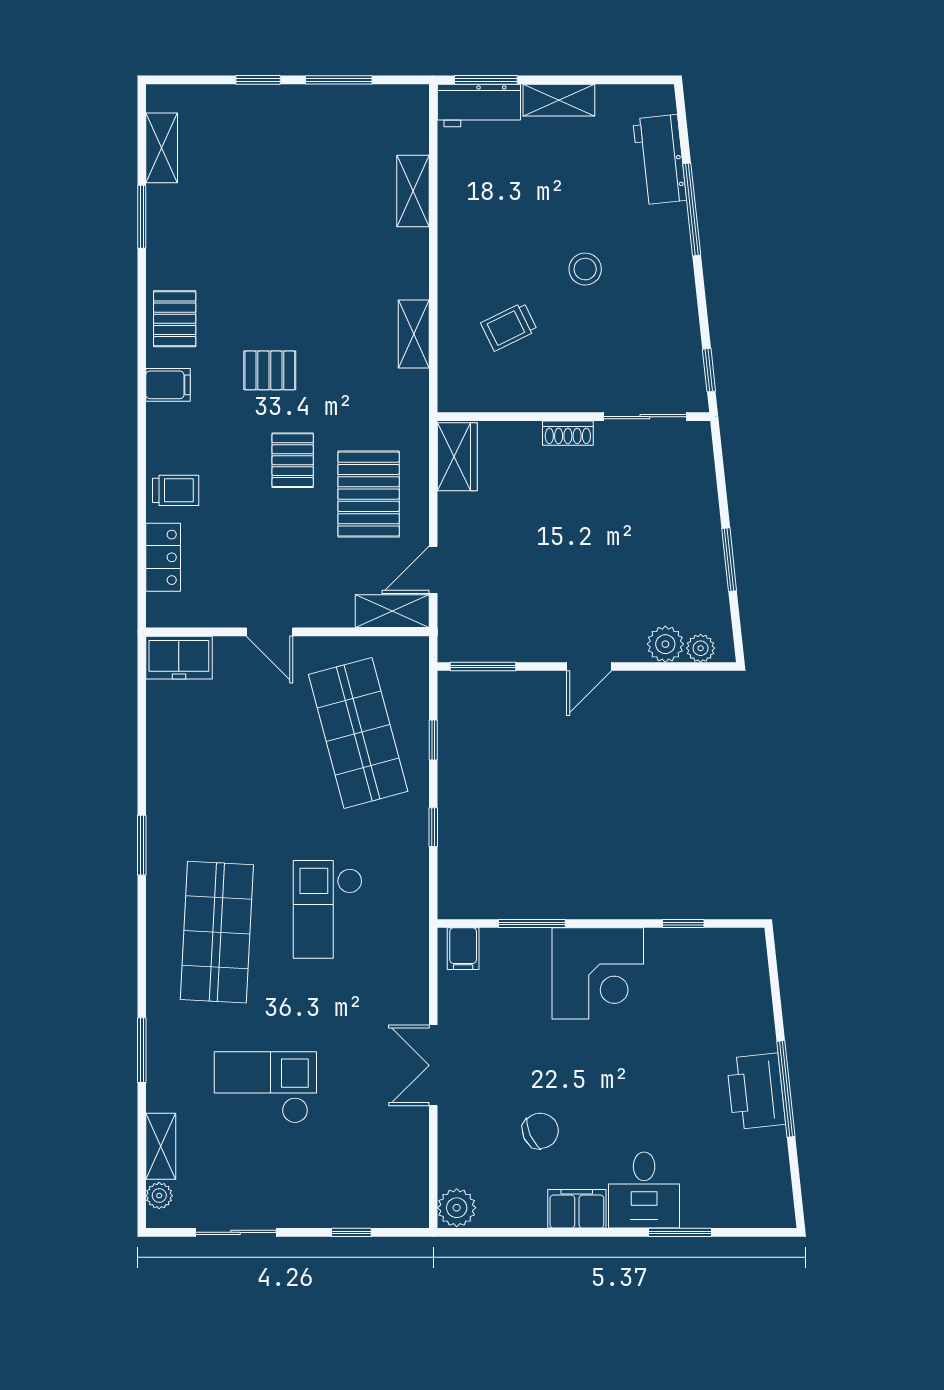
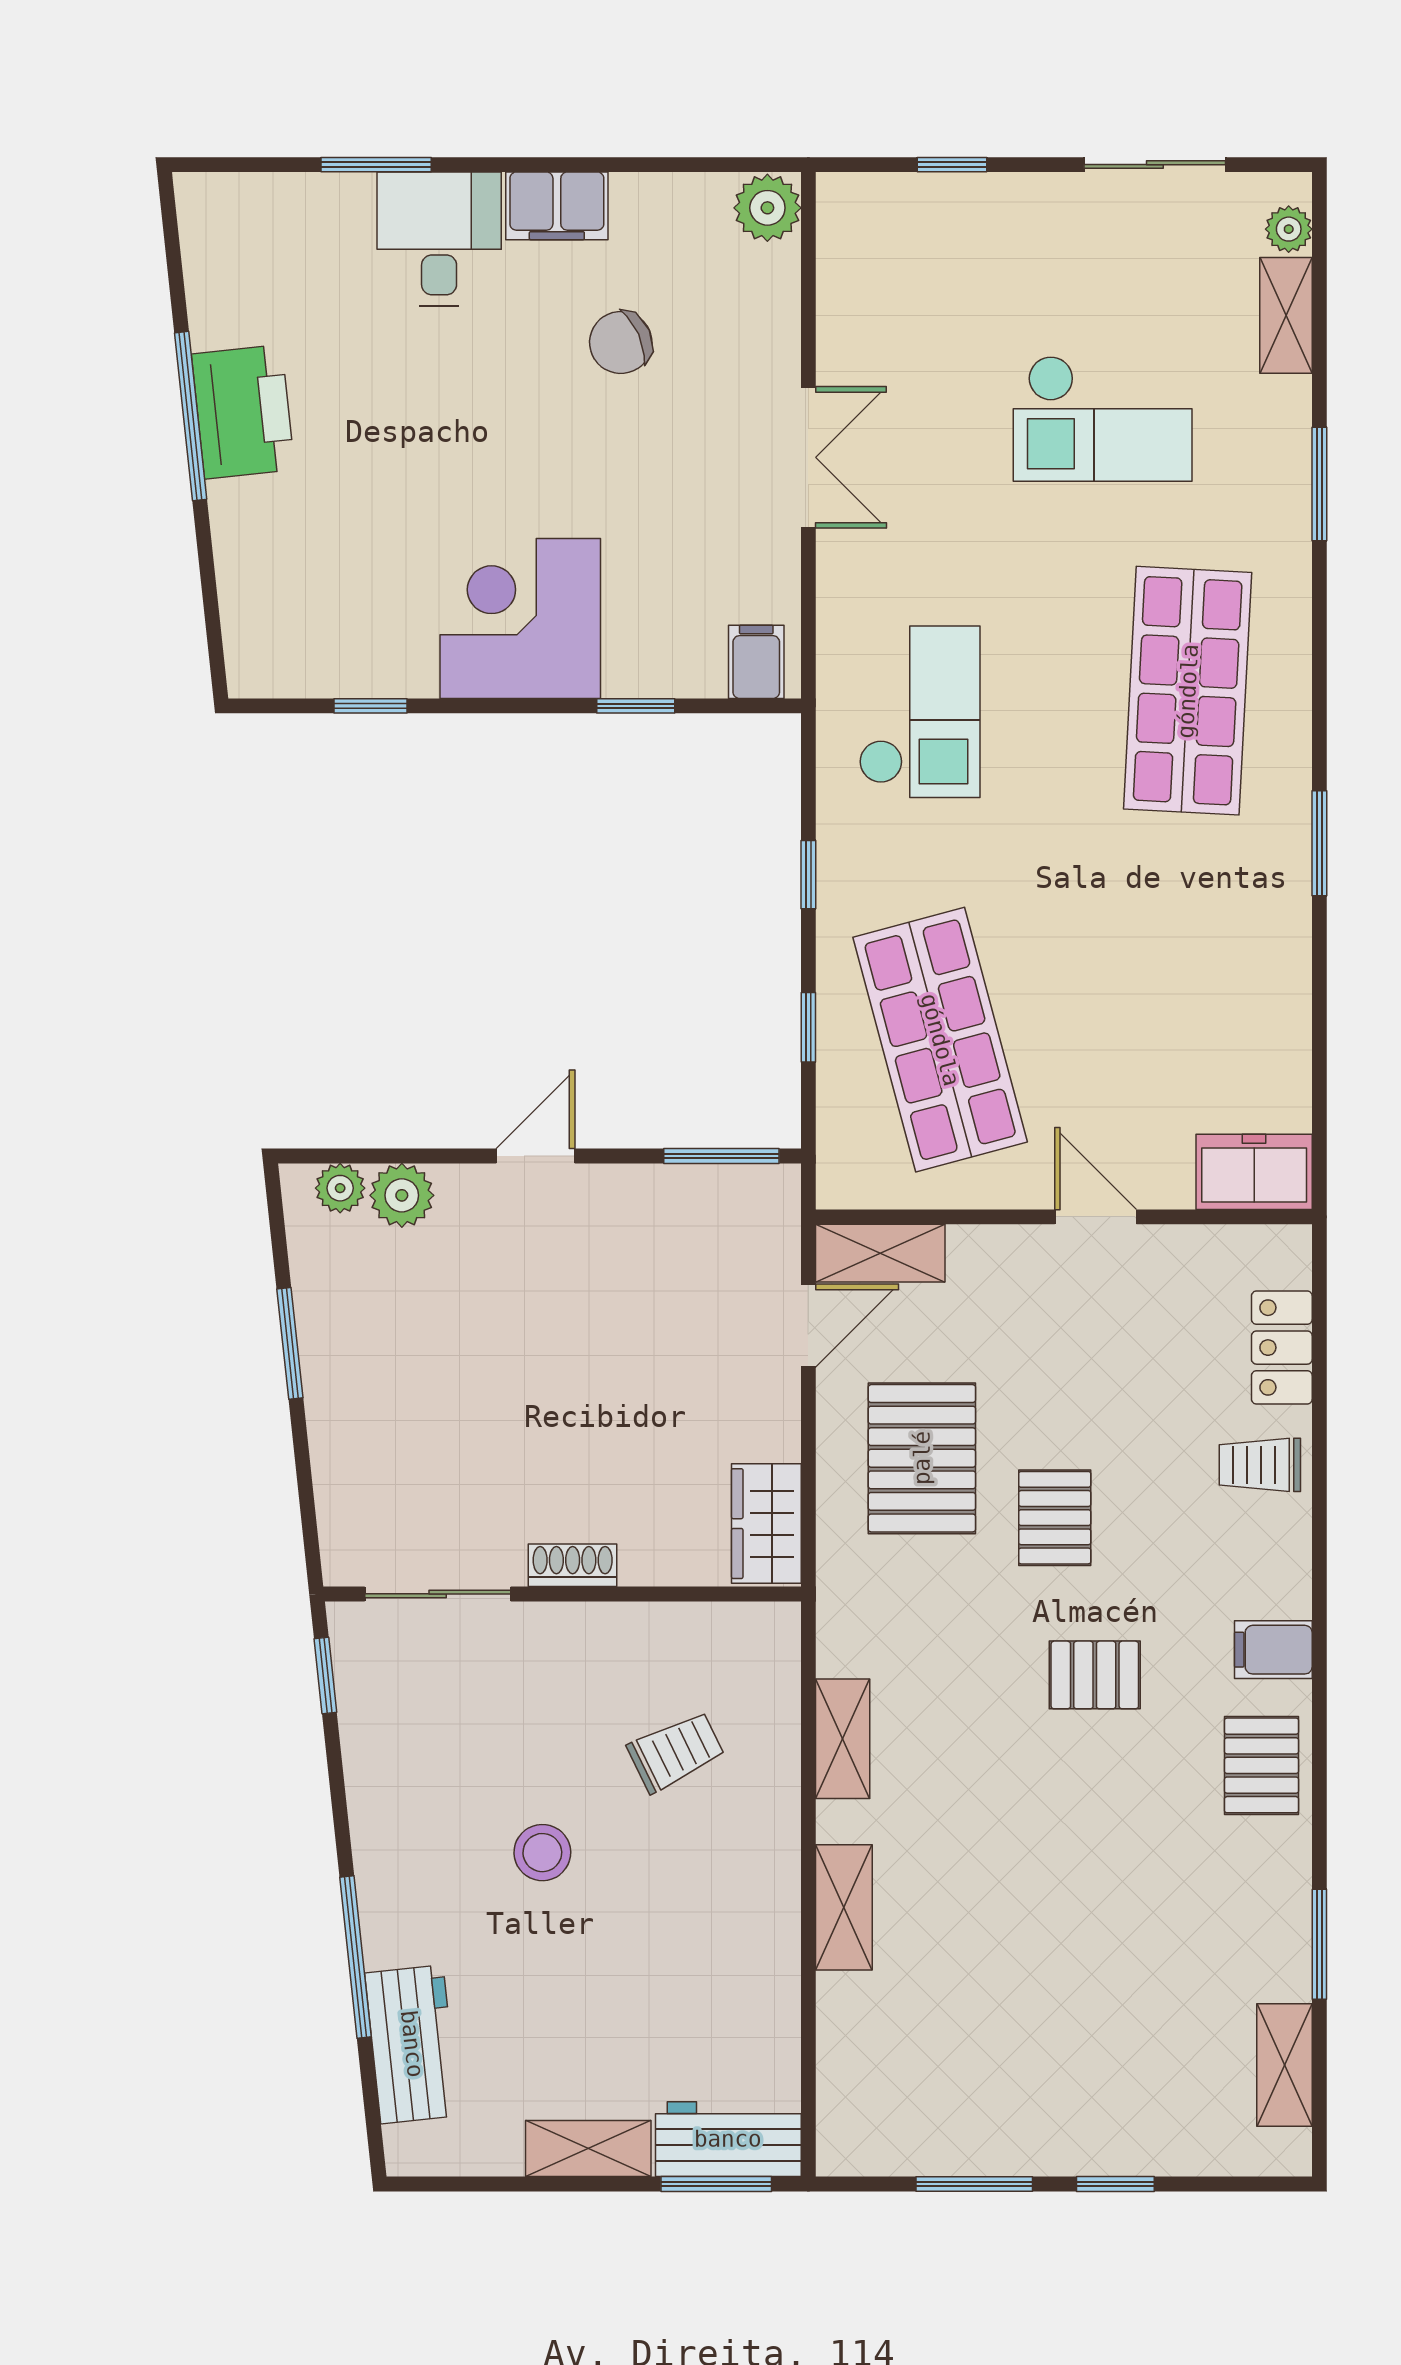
shelving: (413, 191) -> (844, 1907), moved
checkout: (328, 909) -> (919, 712), moved
window: (532, 923) -> (636, 706), width x0.67

